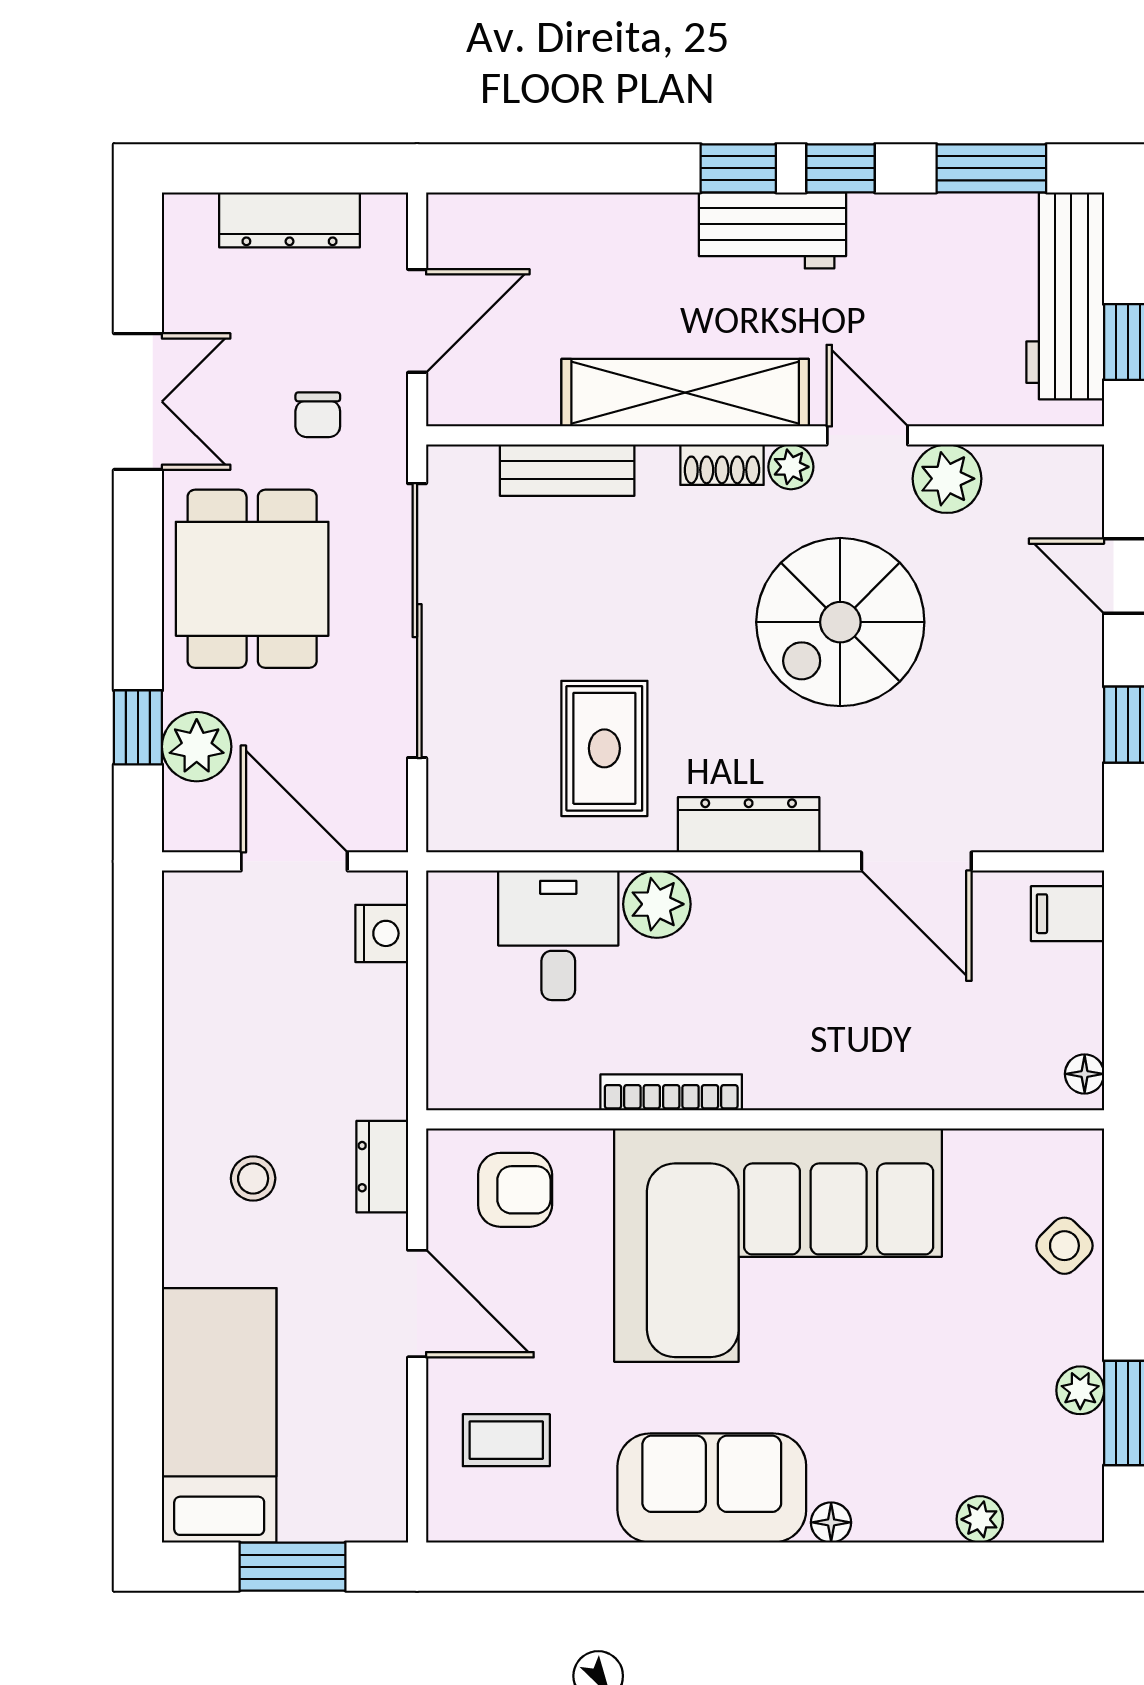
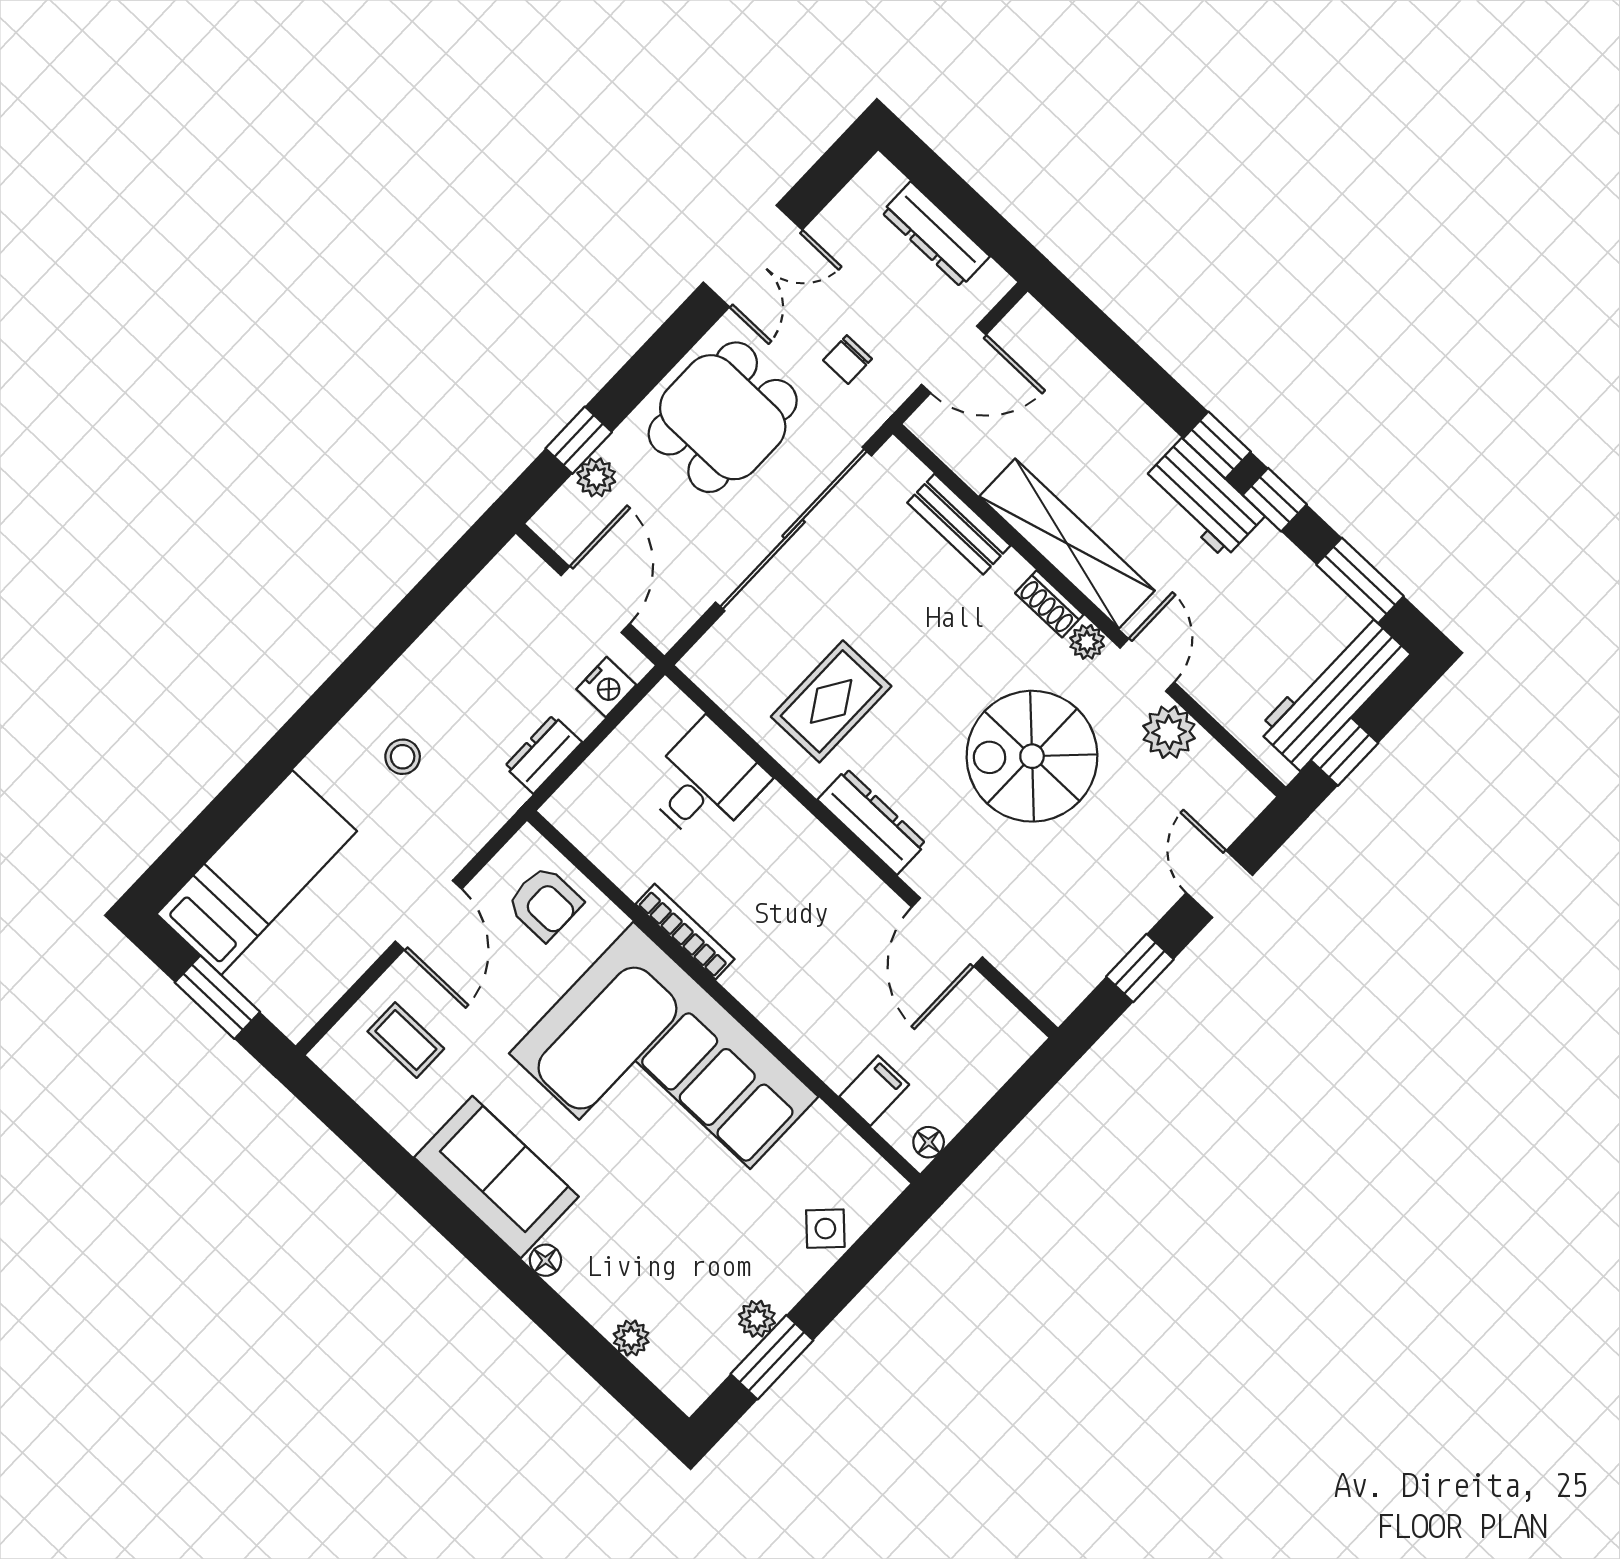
plant: (197, 747) -> (596, 477), width x0.73, depth x0.73
plant: (657, 904) -> (778, 818), removed
filing cabinet: (1068, 914) -> (874, 1091), moved, turned 90
dresser: (382, 1167) -> (543, 754), moved

